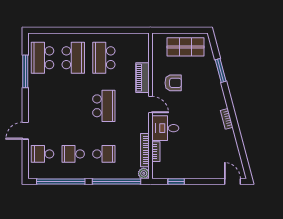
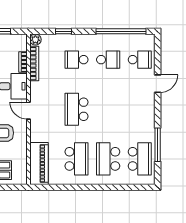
piano: (142, 78) -> (39, 163), moved, width x1.37, depth x1.33
window: (116, 181) -> (64, 31), width x0.32

